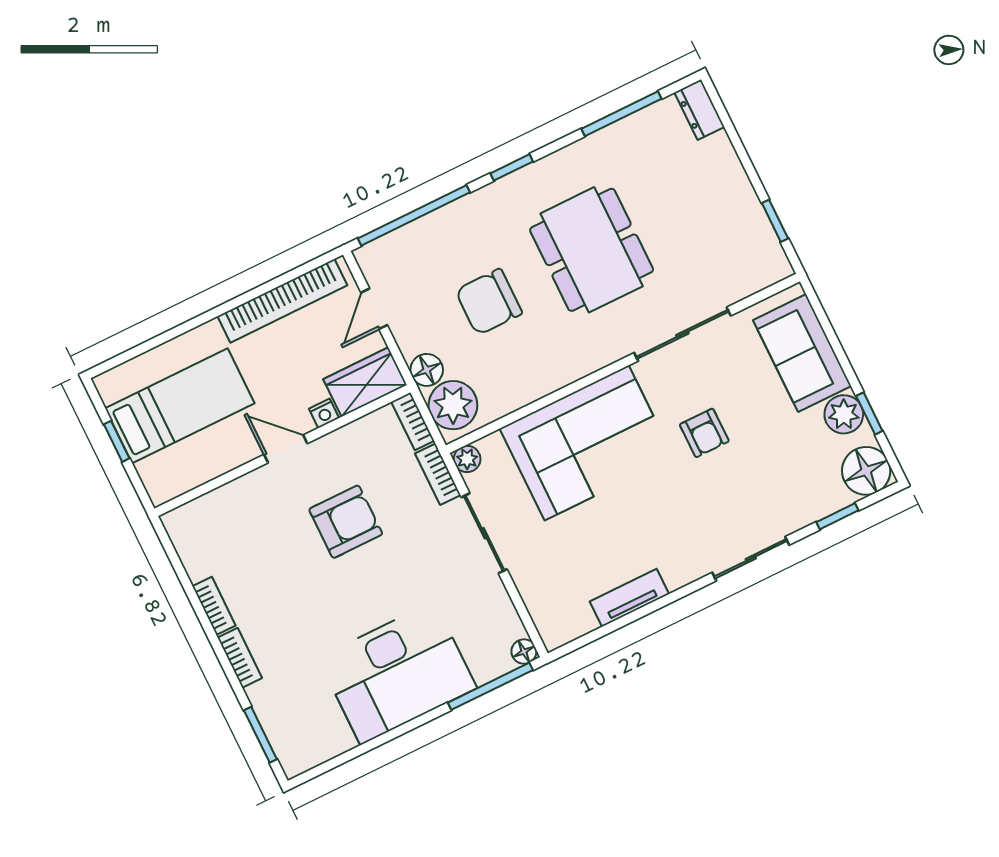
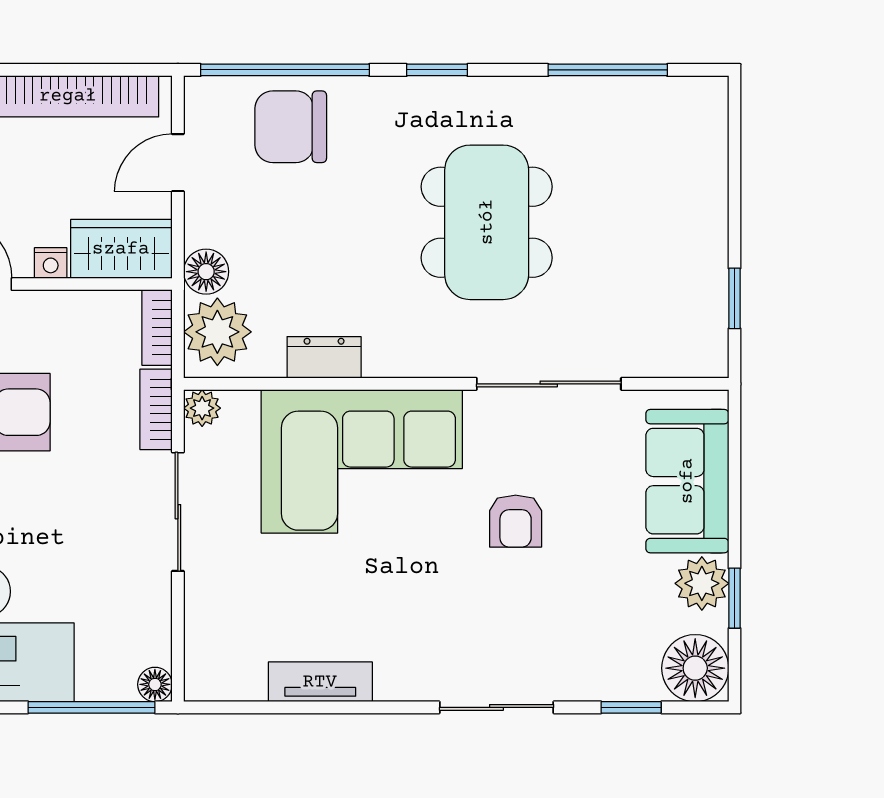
dresser: (699, 110) -> (324, 357), moved, turned 90
chair: (489, 302) -> (291, 127), moved

